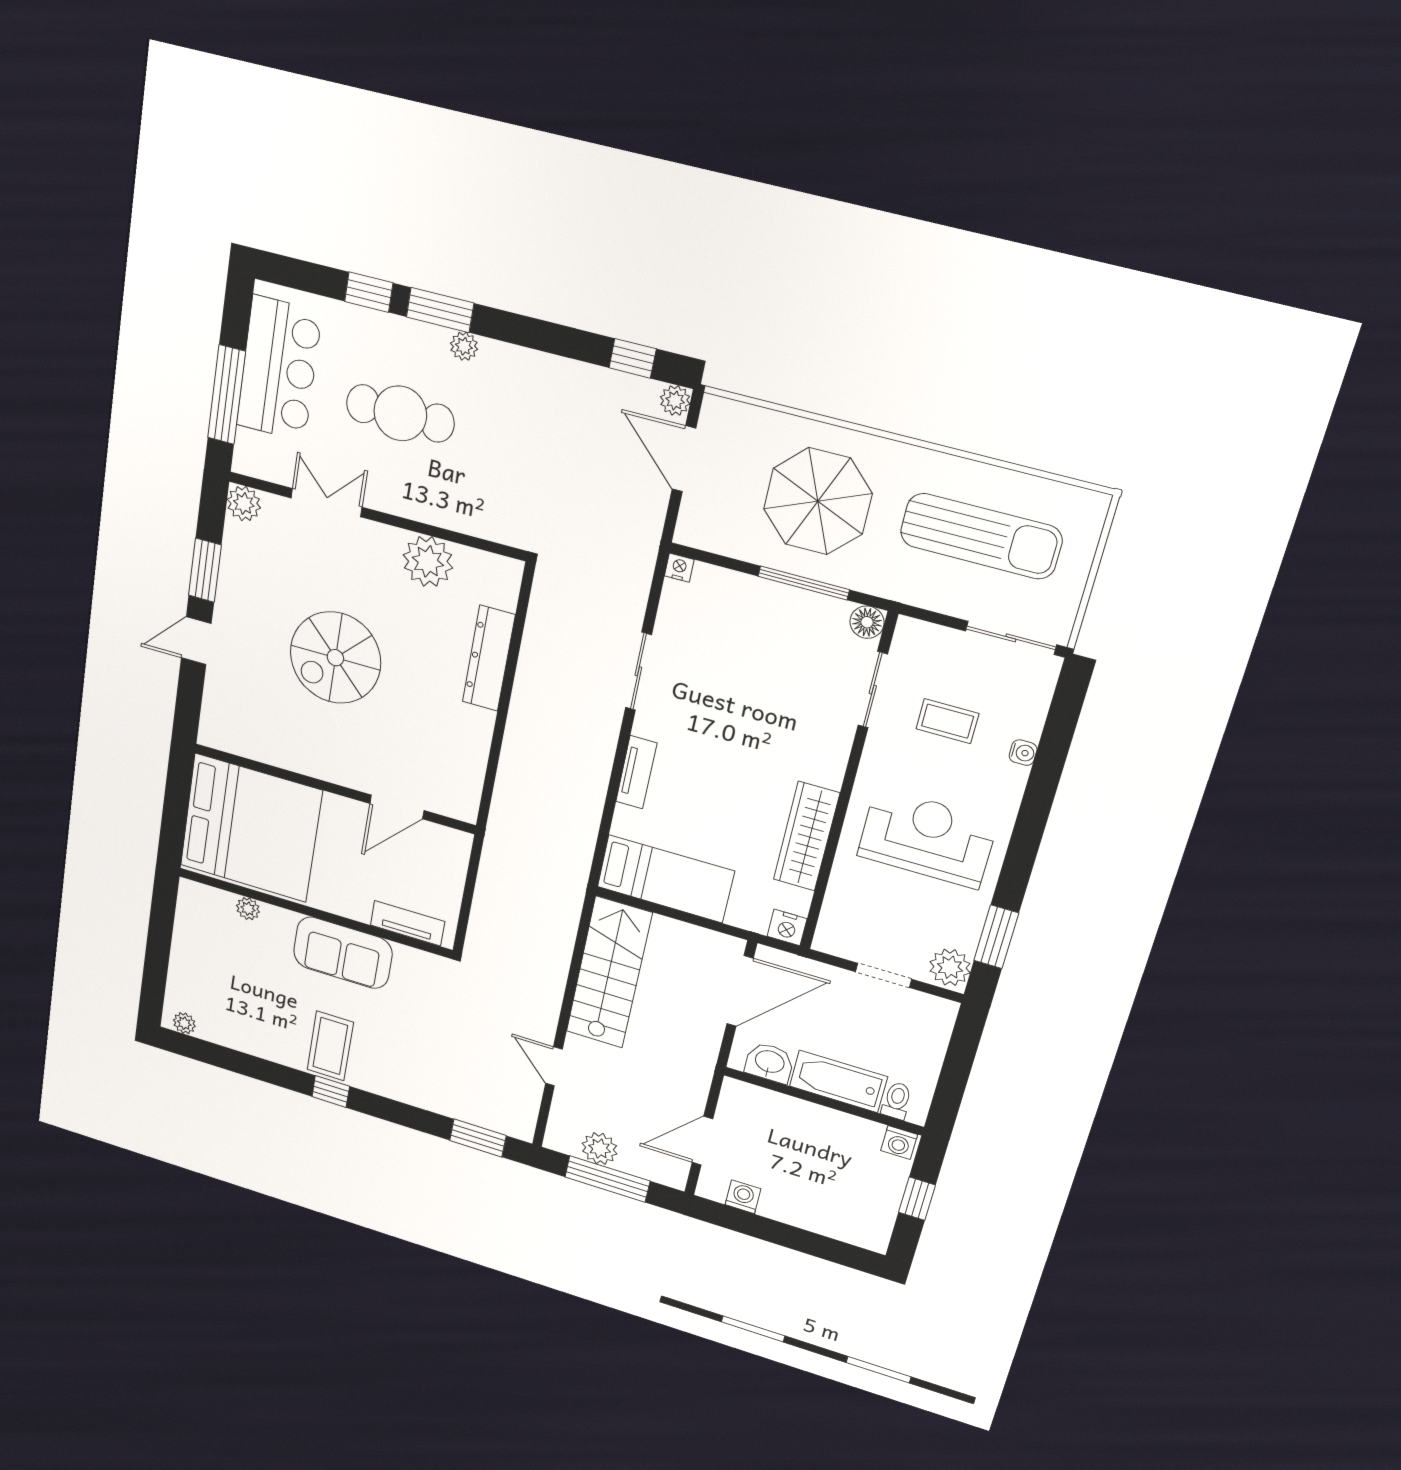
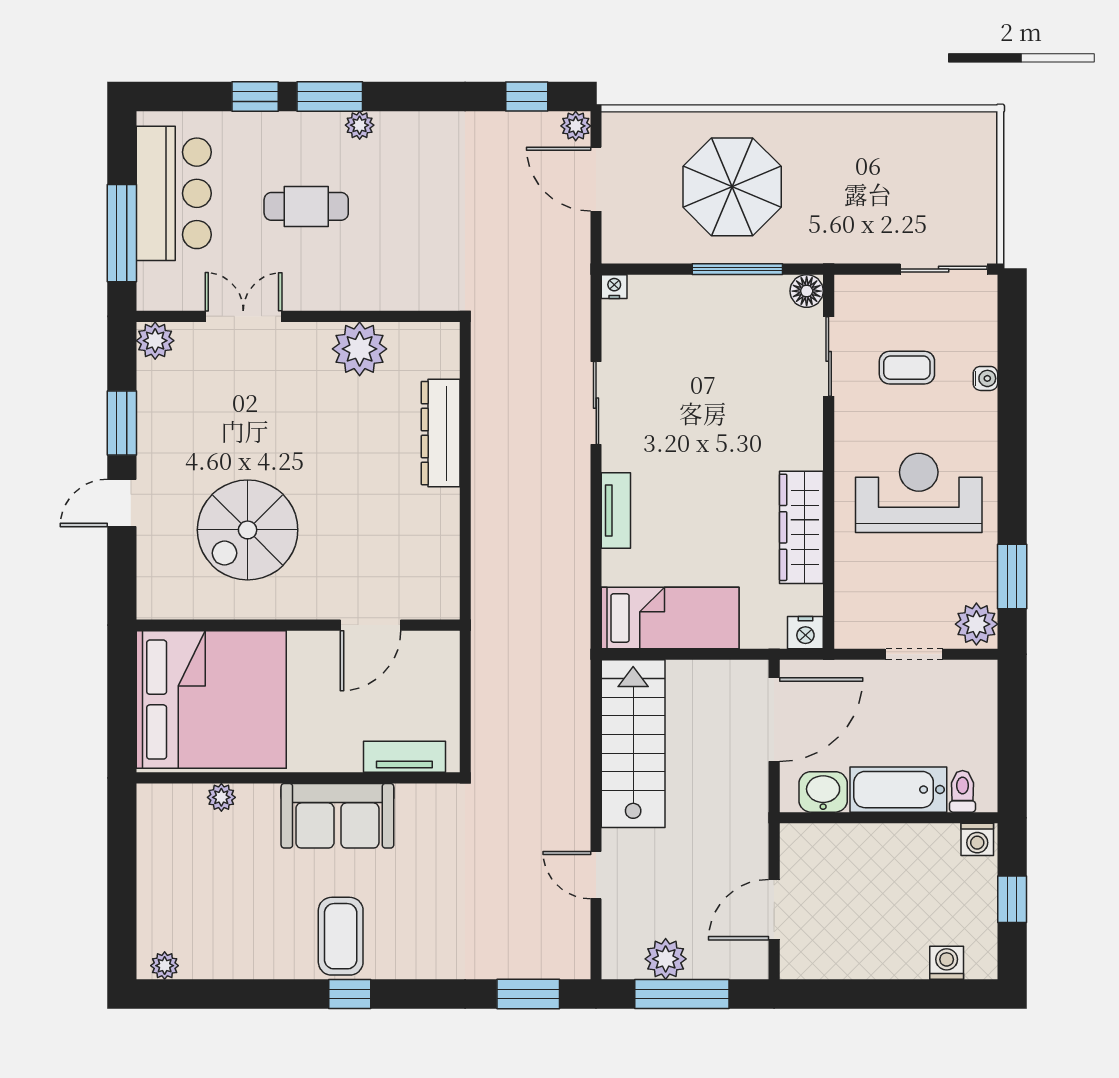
cafe table: (400, 413) -> (306, 206), width x0.73, depth x0.74
sun lounger: (981, 536) -> (890, 180), removed
spiral stairs: (335, 658) -> (248, 530), moved
washing machine: (743, 1197) -> (947, 963), moved

